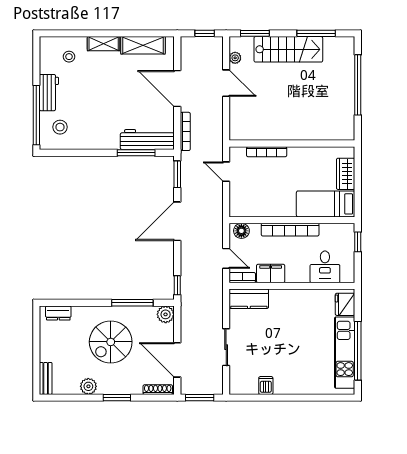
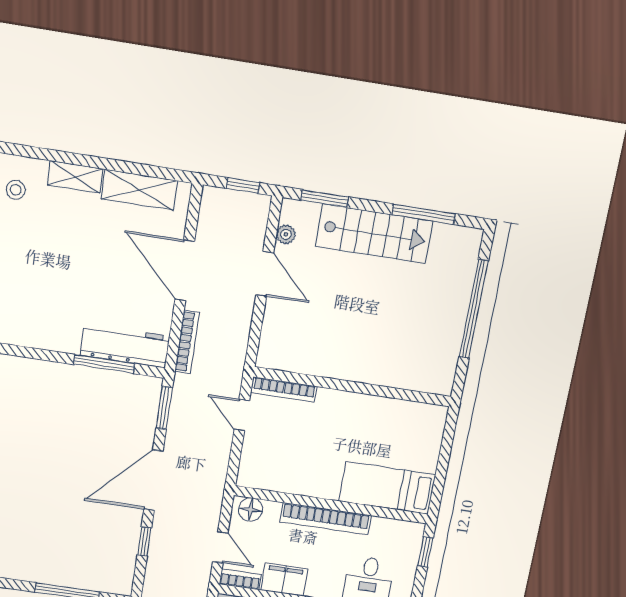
bookcase: (267, 152) -> (284, 390), moved
wardrobe: (346, 174) -> (427, 447), removed
window: (177, 285) -> (144, 542), moved

